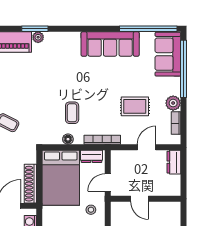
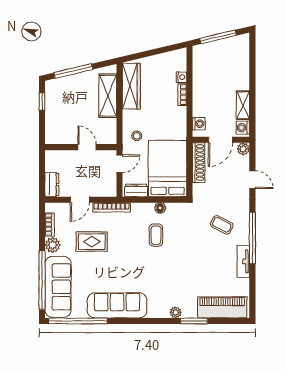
plant: (38, 37) -> (176, 312), moved
sofa: (168, 54) -> (58, 287), width x1.36
bookcase: (102, 140) -> (112, 207), moved

